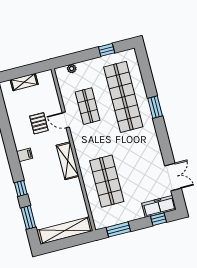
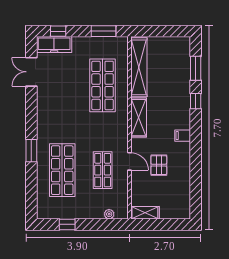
shelving: (24, 82) -> (145, 213), moved
shop shelf: (123, 97) -> (62, 170), width x0.71
shelving: (65, 231) -> (139, 67), moved, turned 90

